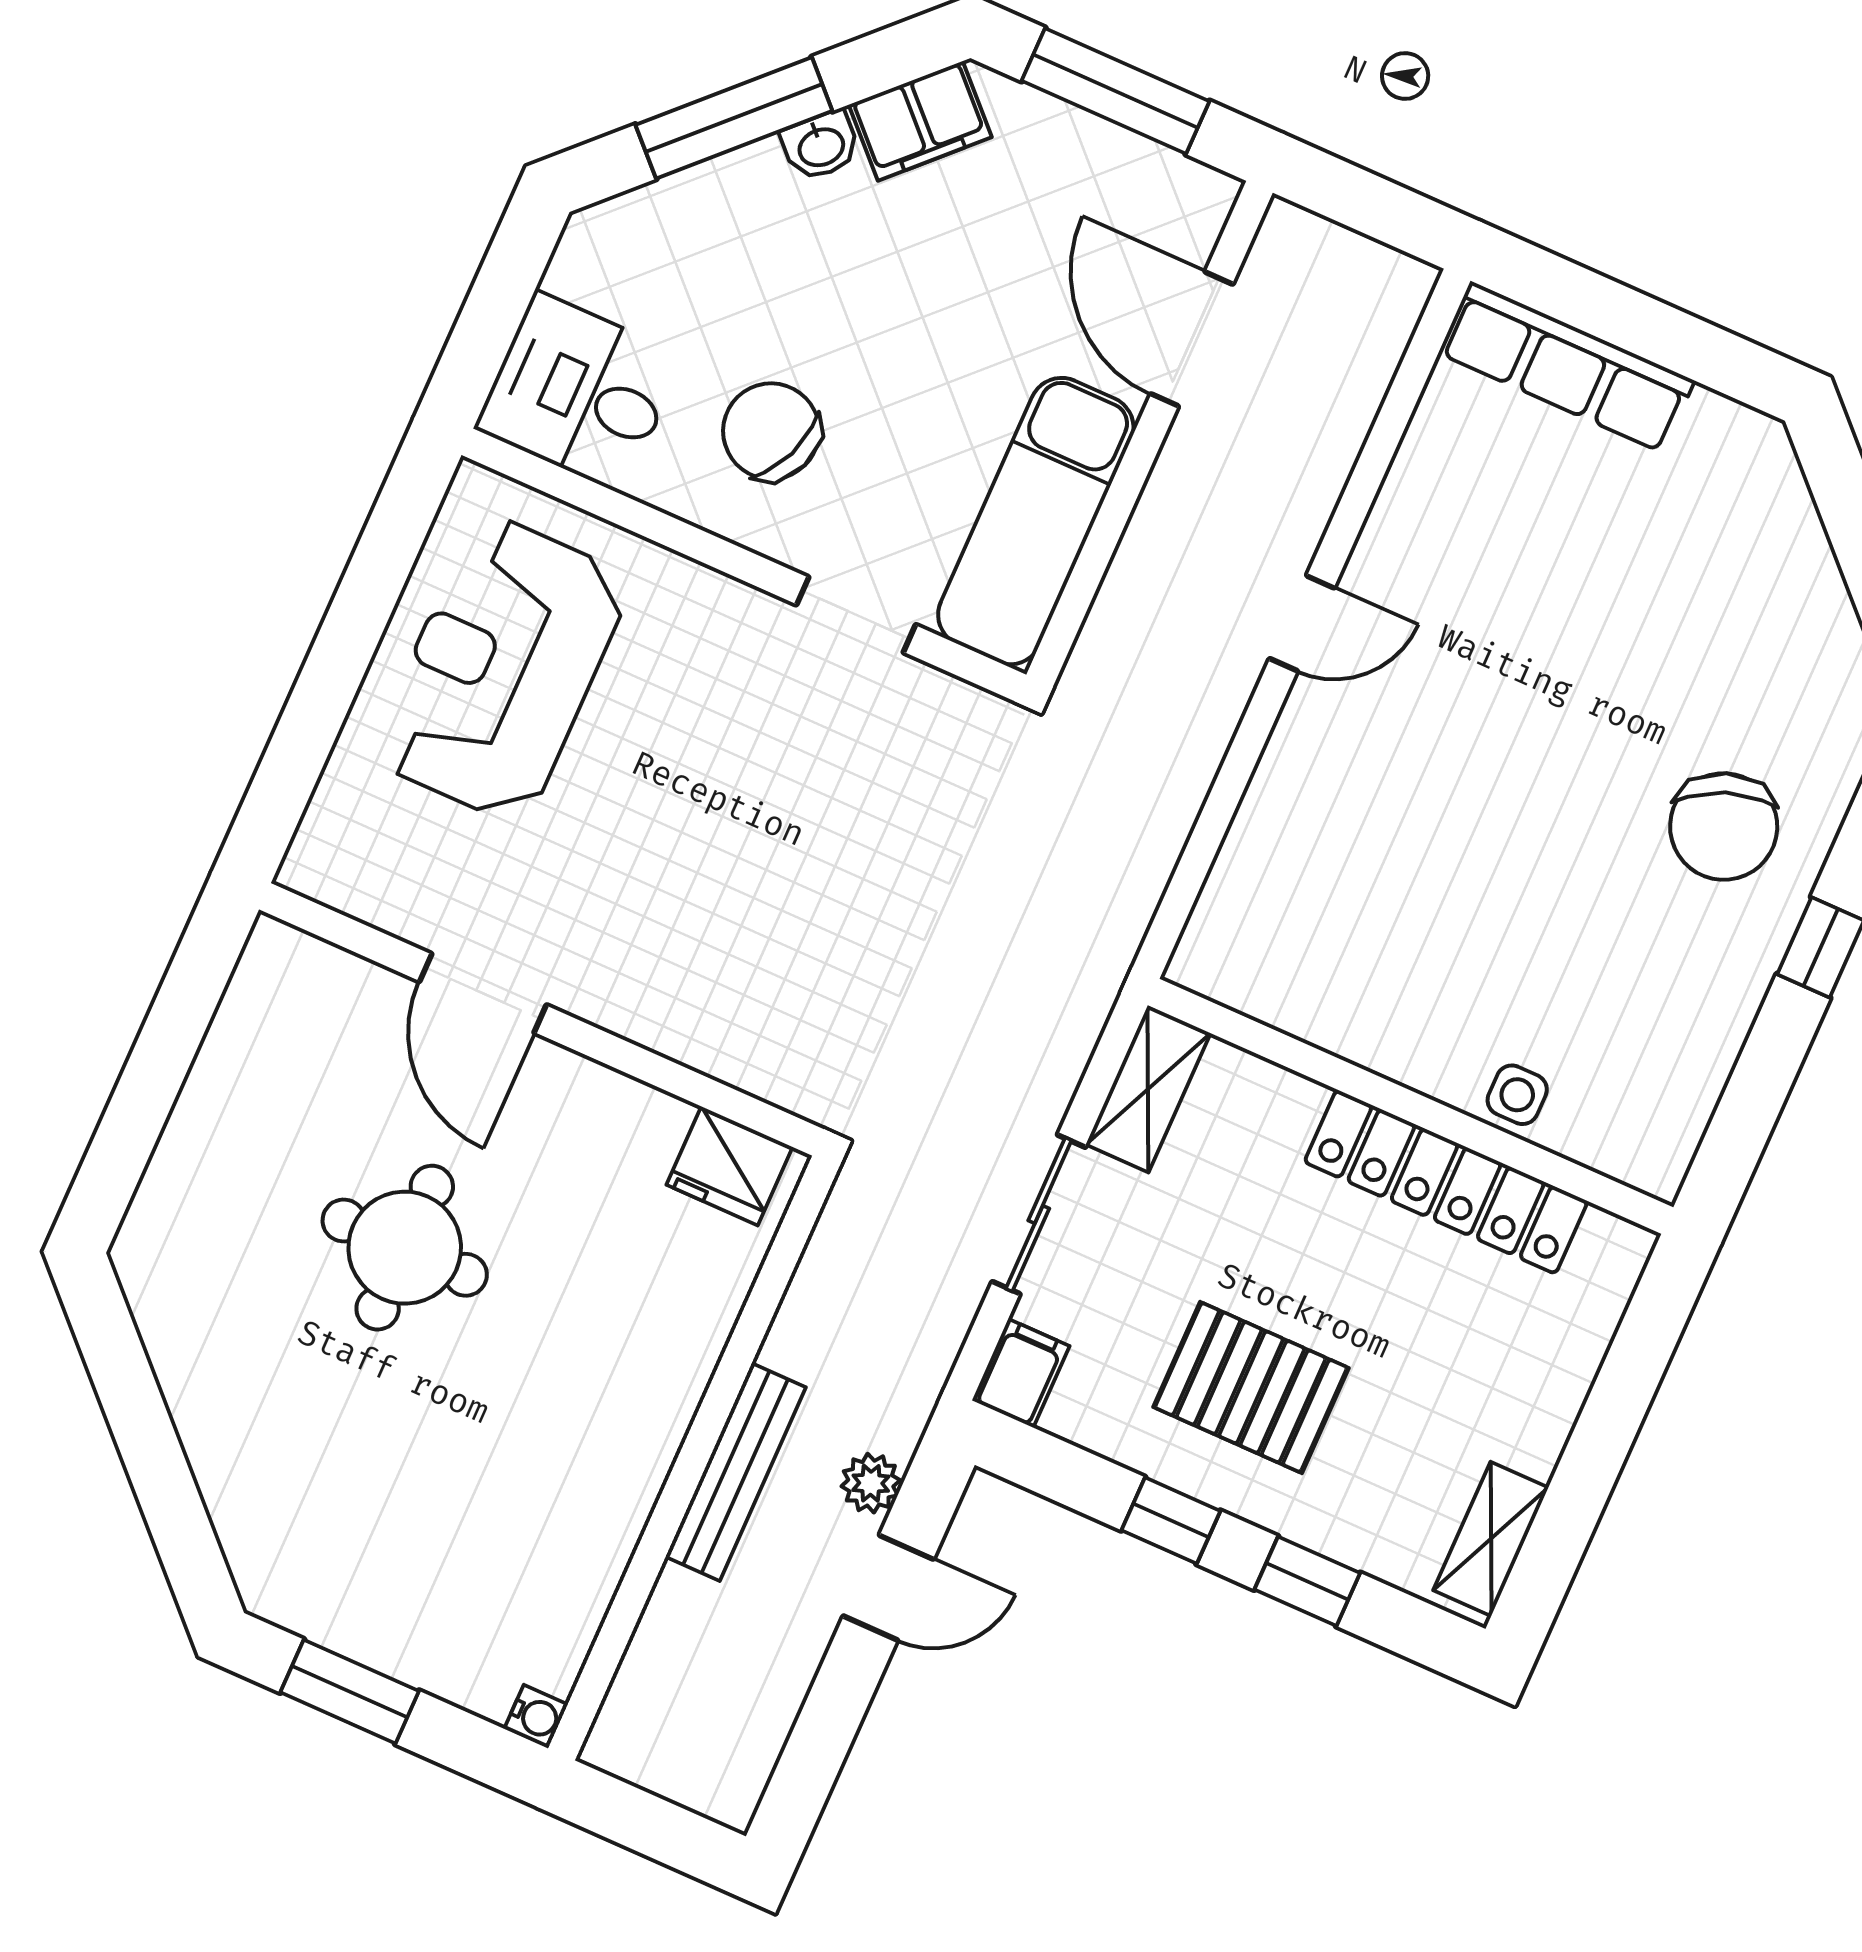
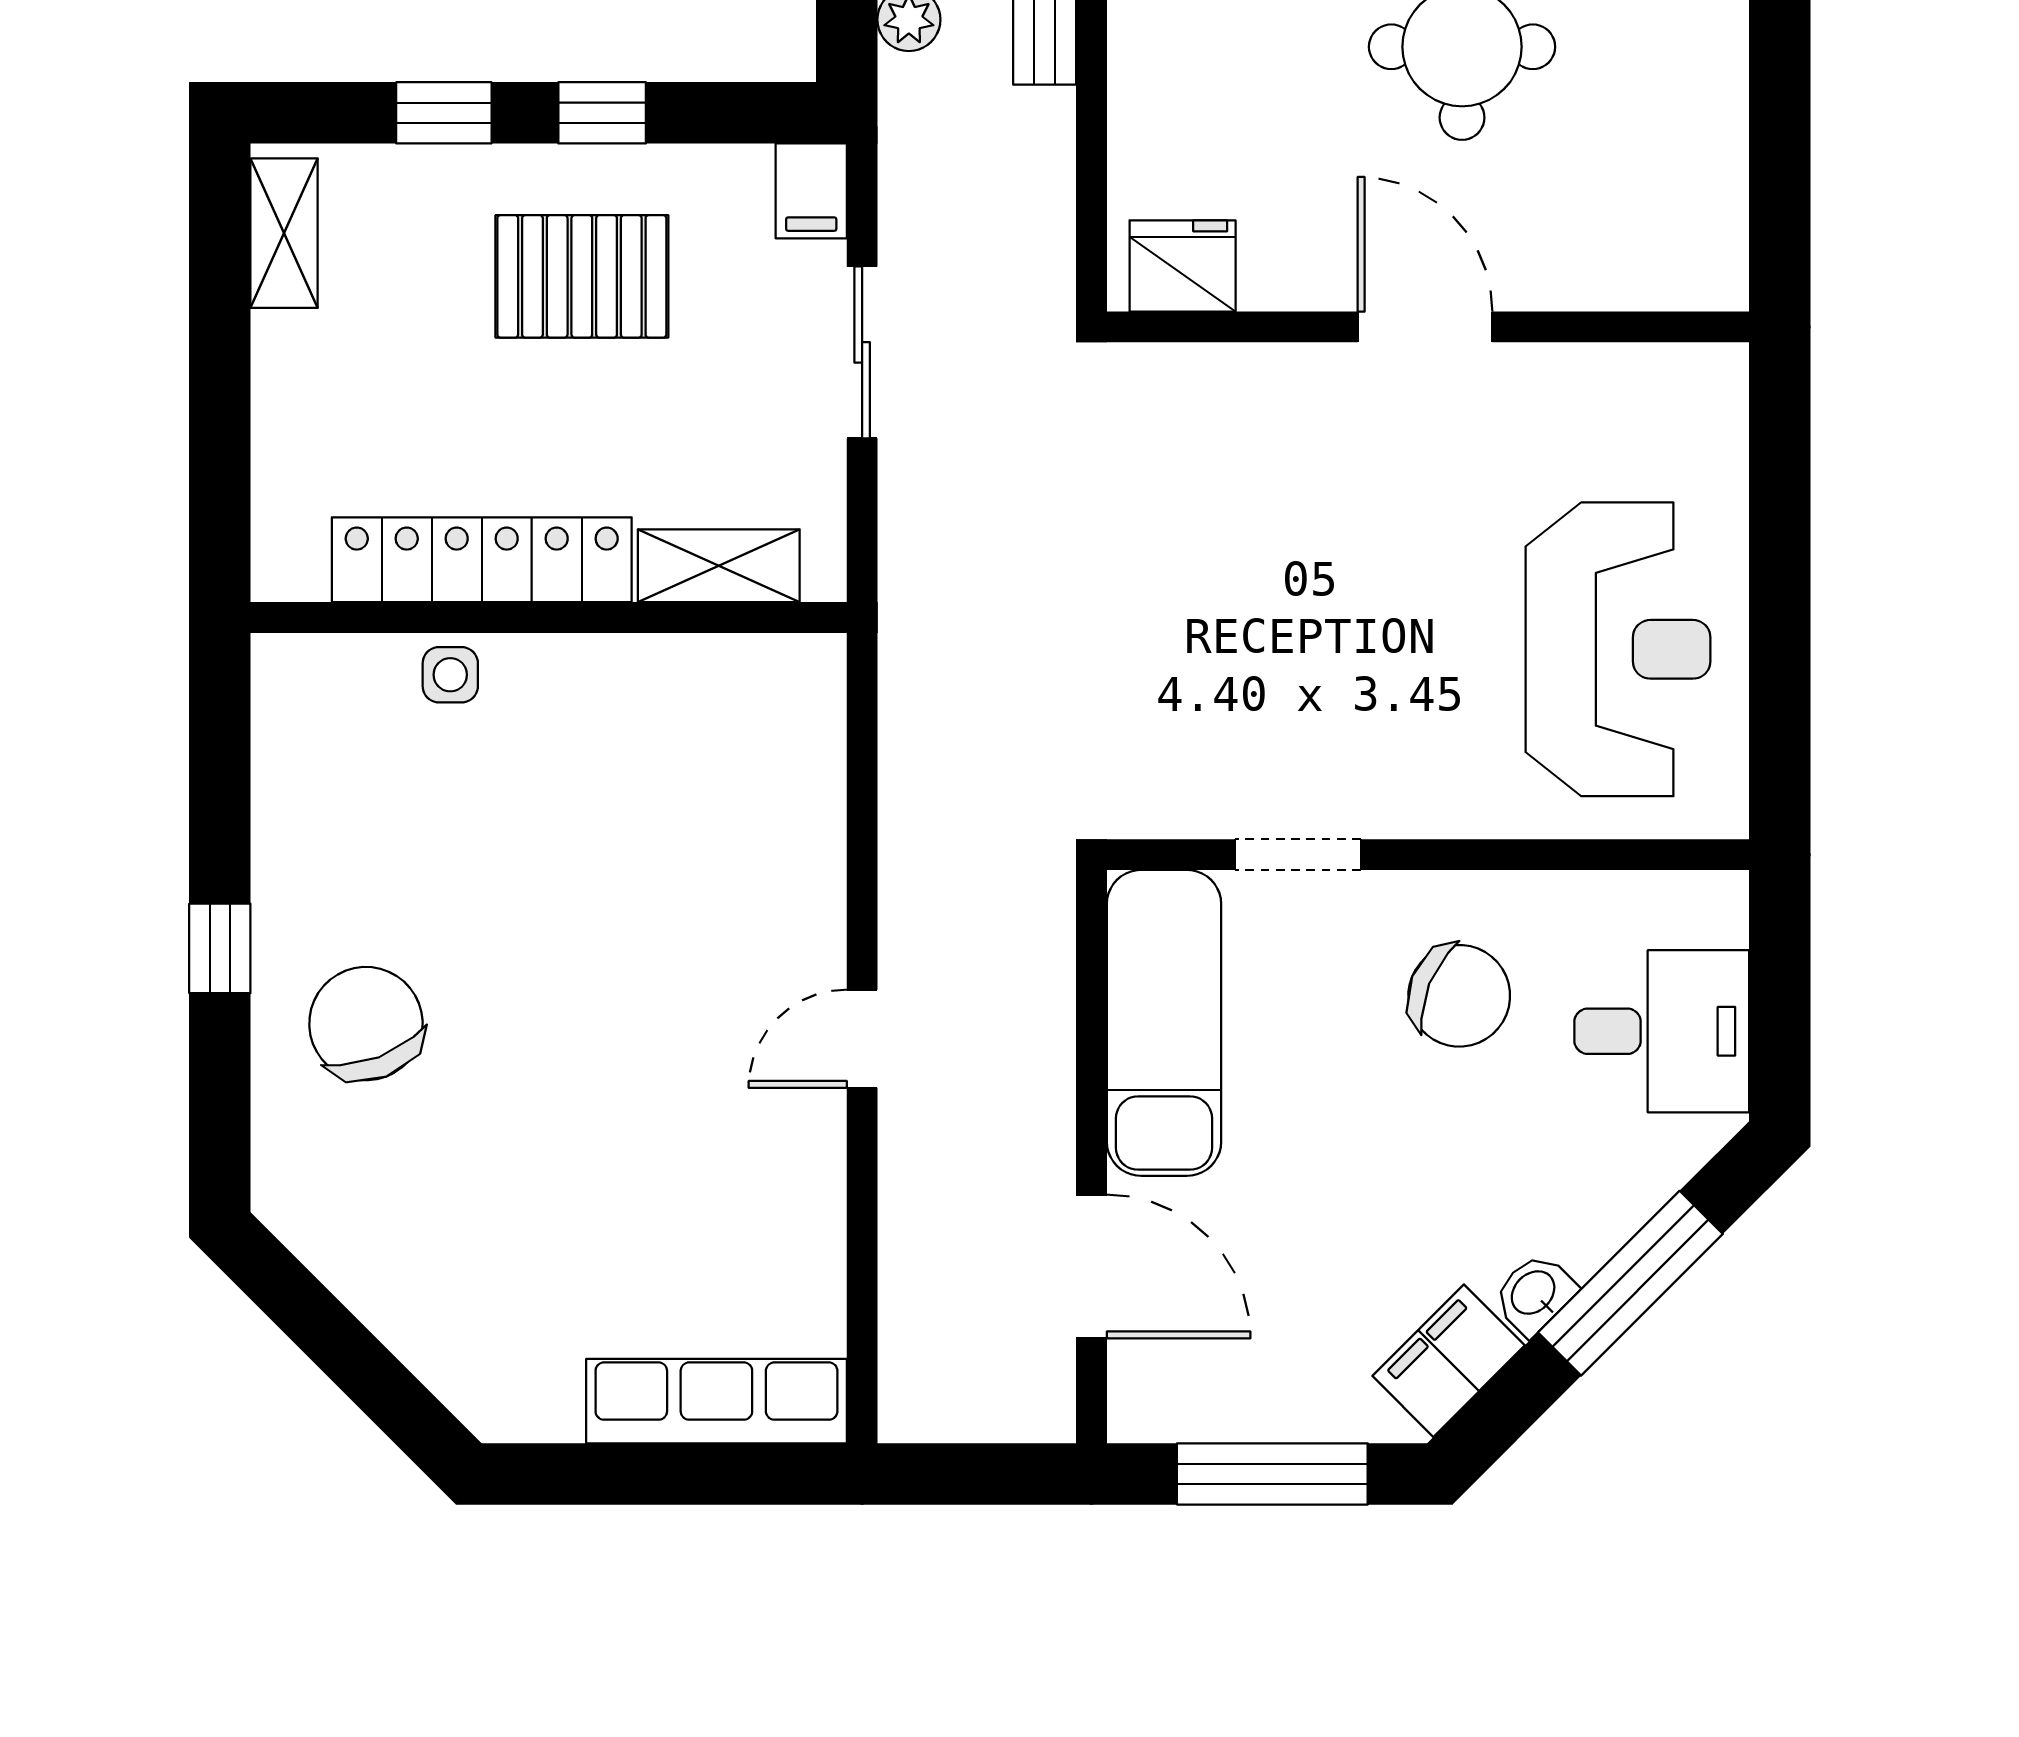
desk: (579, 392) -> (1662, 1031), moved
door: (483, 993) -> (1425, 327), moved
shelving: (1148, 1089) -> (719, 566), moved, turned 90

